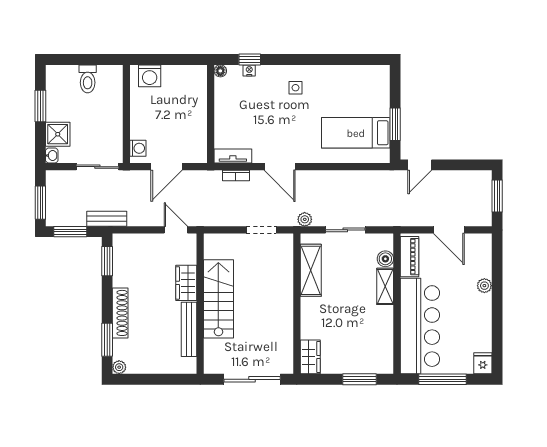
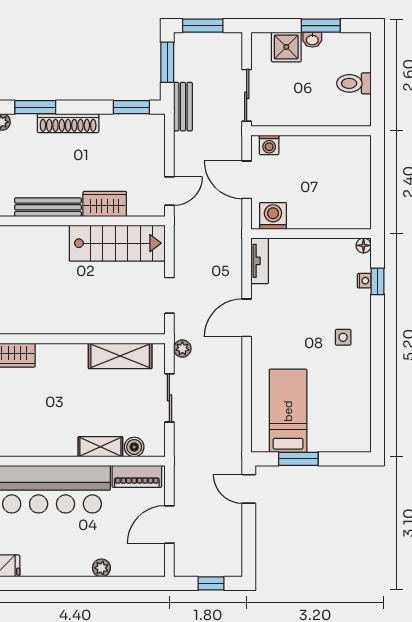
washing machine: (150, 76) -> (273, 216), moved, turned 90
washbasin: (52, 155) -> (312, 40), moved
bookcase: (236, 176) -> (236, 264), removed
window: (497, 196) -> (211, 583), width x0.67
stairs: (218, 299) -> (117, 243), moved

